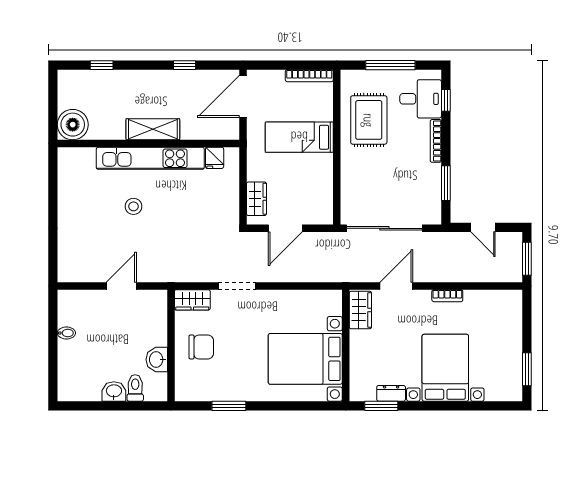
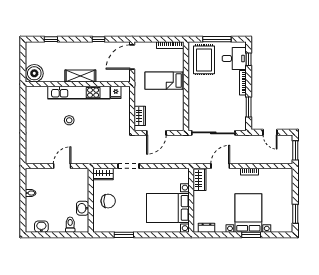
rug: (369, 120) -> (204, 60), moved
washbasin: (114, 391) -> (41, 227), moved
dresser: (391, 393) -> (206, 228), moved
window: (381, 406) -> (251, 235), moved

